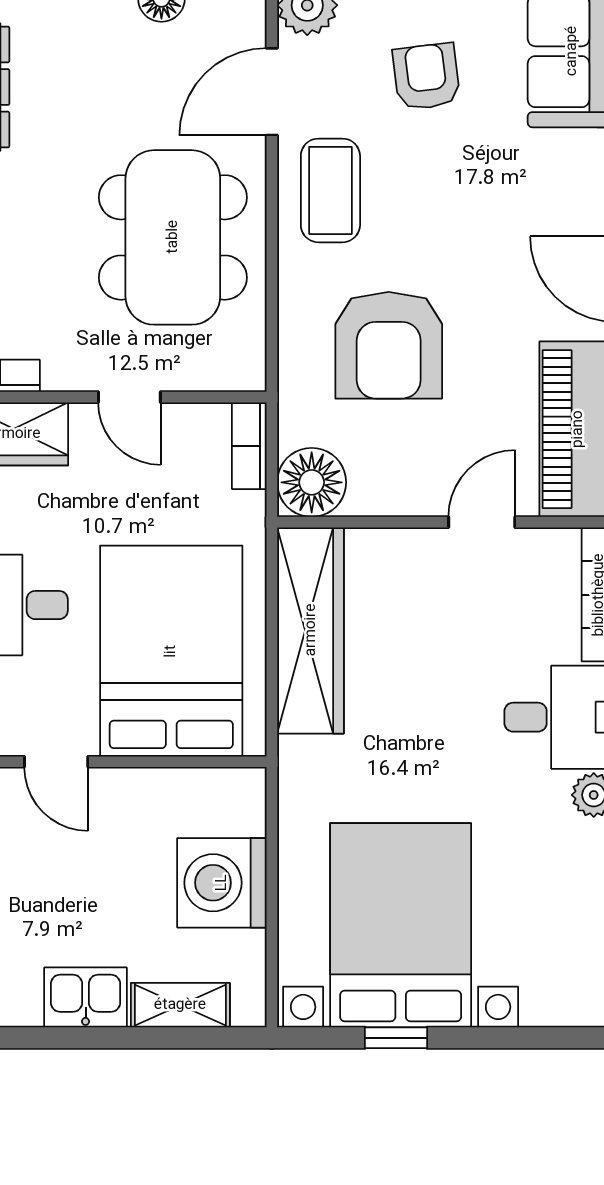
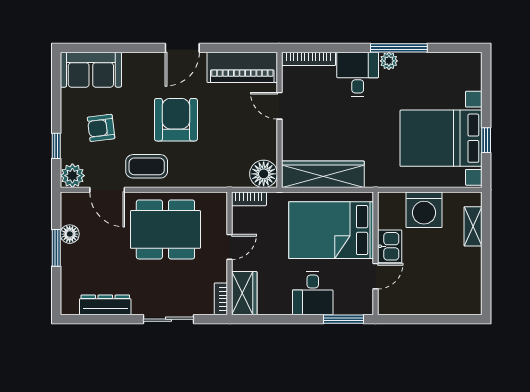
armchair: (389, 345) -> (176, 120), moved, turned -90
kitchen sink: (86, 997) -> (390, 246), moved, turned 180

